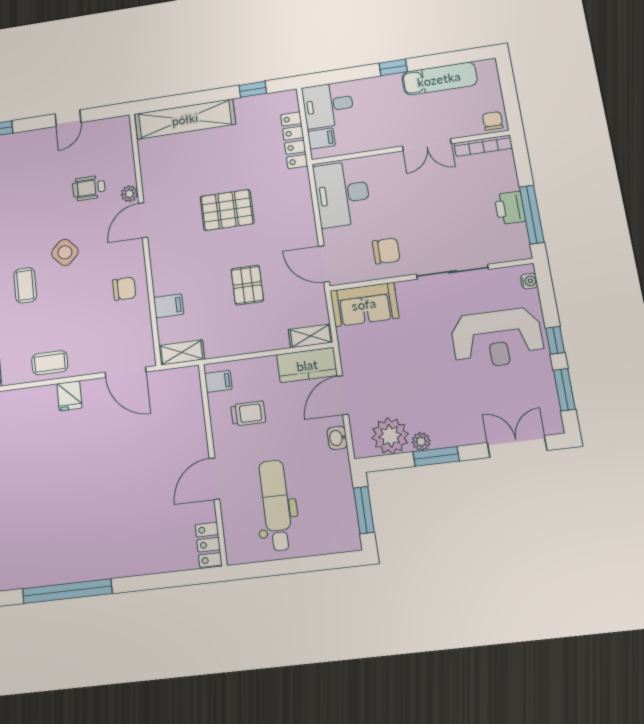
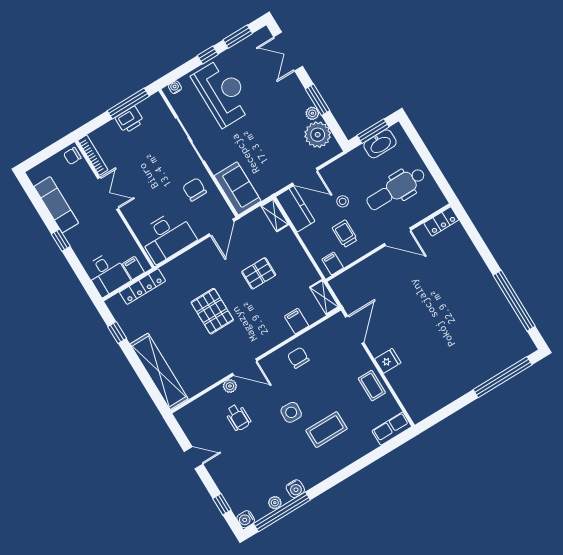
side table: (65, 252) -> (291, 412), turned 45
coffee table: (25, 285) -> (327, 430), width x1.36, depth x1.30
stool: (290, 429) -> (343, 201), added
washbasin: (337, 438) -> (380, 144), moved, width x1.91, depth x1.45

